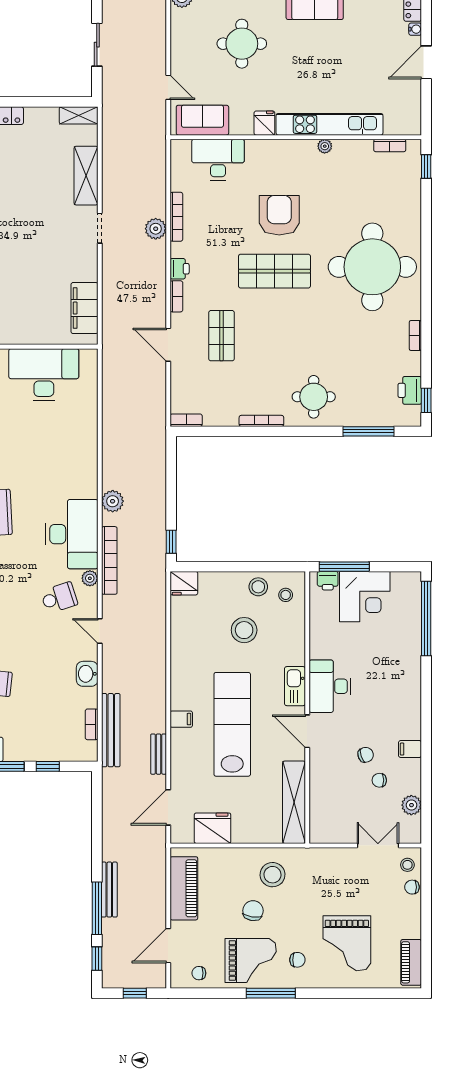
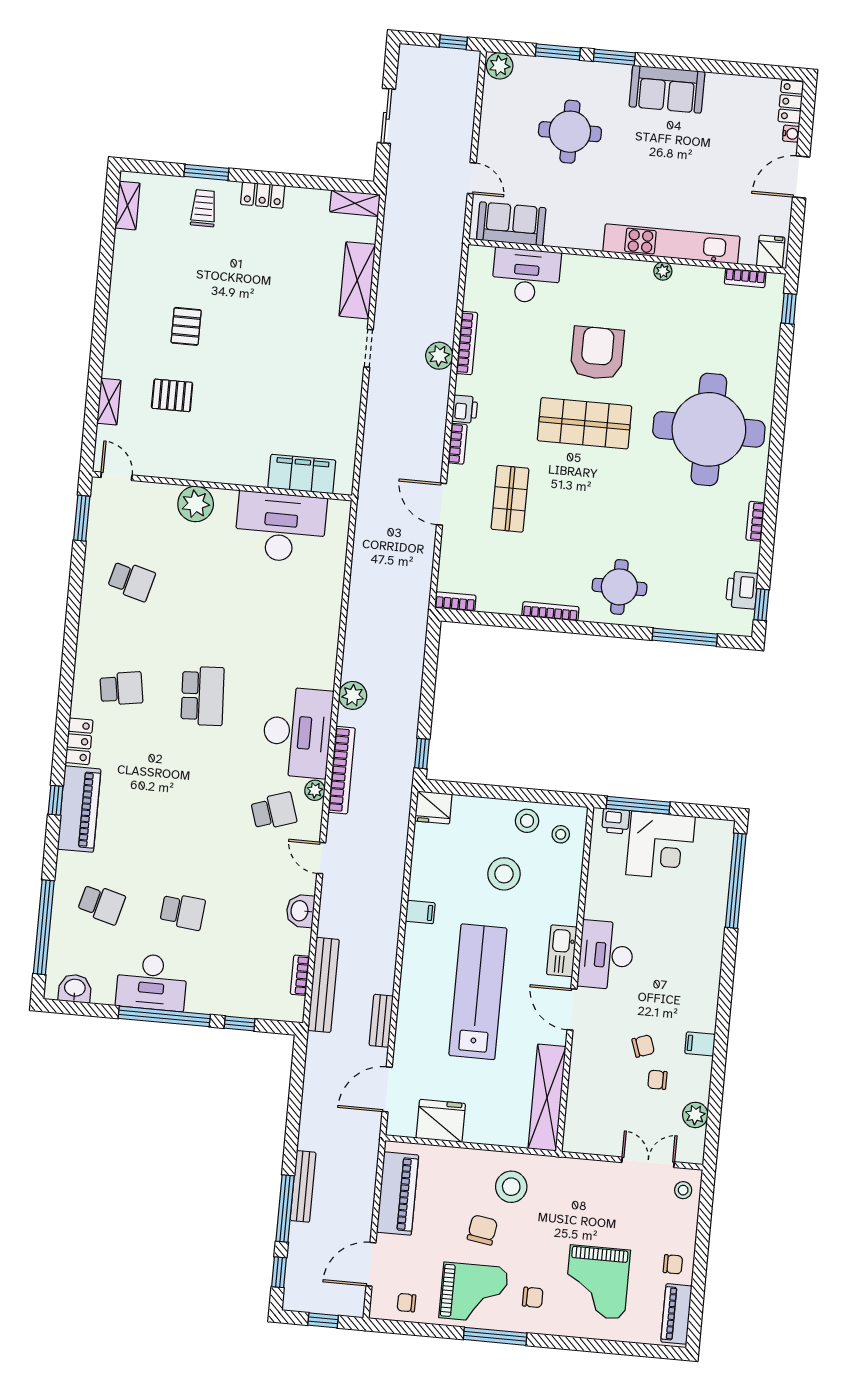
fridge: (264, 123) -> (771, 252), moved
filing cabinet: (84, 308) -> (302, 474), moved, turned 90
filing cabinet: (181, 719) -> (420, 912), moved
chair: (412, 887) -> (673, 1264), moved, turned 180

